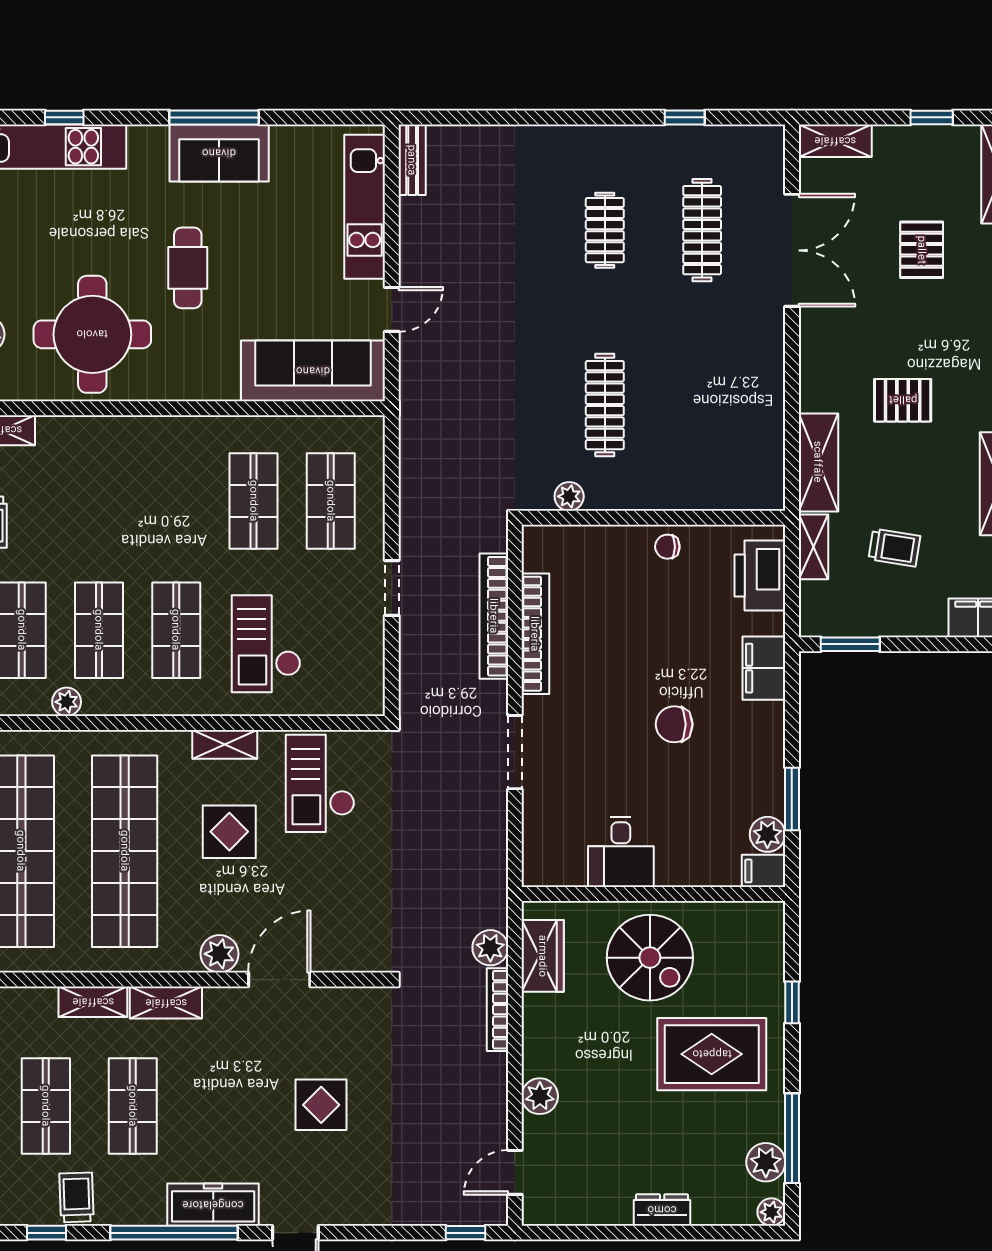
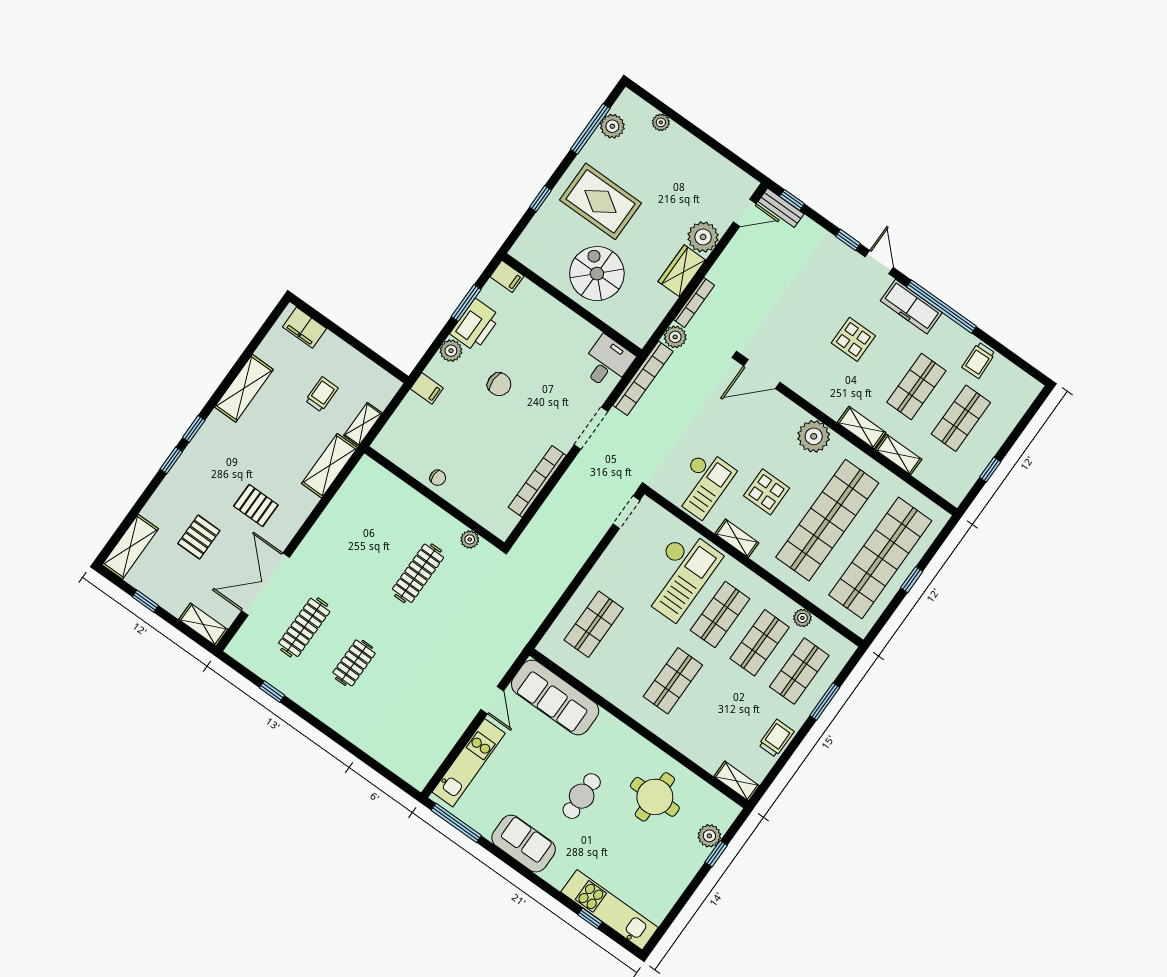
window: (214, 117) -> (456, 823), moved
bench: (412, 160) -> (781, 208), moved, turned 90
door: (392, 309) -> (492, 700), swing flipped
round table: (92, 334) -> (655, 797), width x0.73, depth x0.73
pallet: (903, 400) -> (256, 506), moved
shop shelf: (254, 501) -> (673, 681), moved
trolley: (894, 548) -> (322, 394), turned 81
printer: (760, 576) -> (475, 325), moved
doorway: (392, 588) -> (626, 512), moved
bookcase: (494, 616) -> (643, 378), moved
checkout: (266, 644) -> (679, 575), width x1.36, depth x1.21
window: (850, 644) -> (380, 361), removed
filing cabinet: (764, 668) -> (427, 388), width x0.50
plant: (767, 834) -> (451, 351), moved
desk: (621, 852) -> (607, 363), moved
plant: (220, 954) -> (814, 436), width x1.36, depth x1.36
wardrobe: (543, 956) -> (682, 271), moved
door: (279, 980) -> (762, 374), moved
plant: (540, 1096) -> (703, 237), width x1.36, depth x1.36
display table: (321, 1105) -> (853, 339), moved
dresser: (662, 1210) -> (683, 140), removed
plant: (771, 1212) -> (661, 122), moved
window: (46, 1233) -> (848, 240), moved

